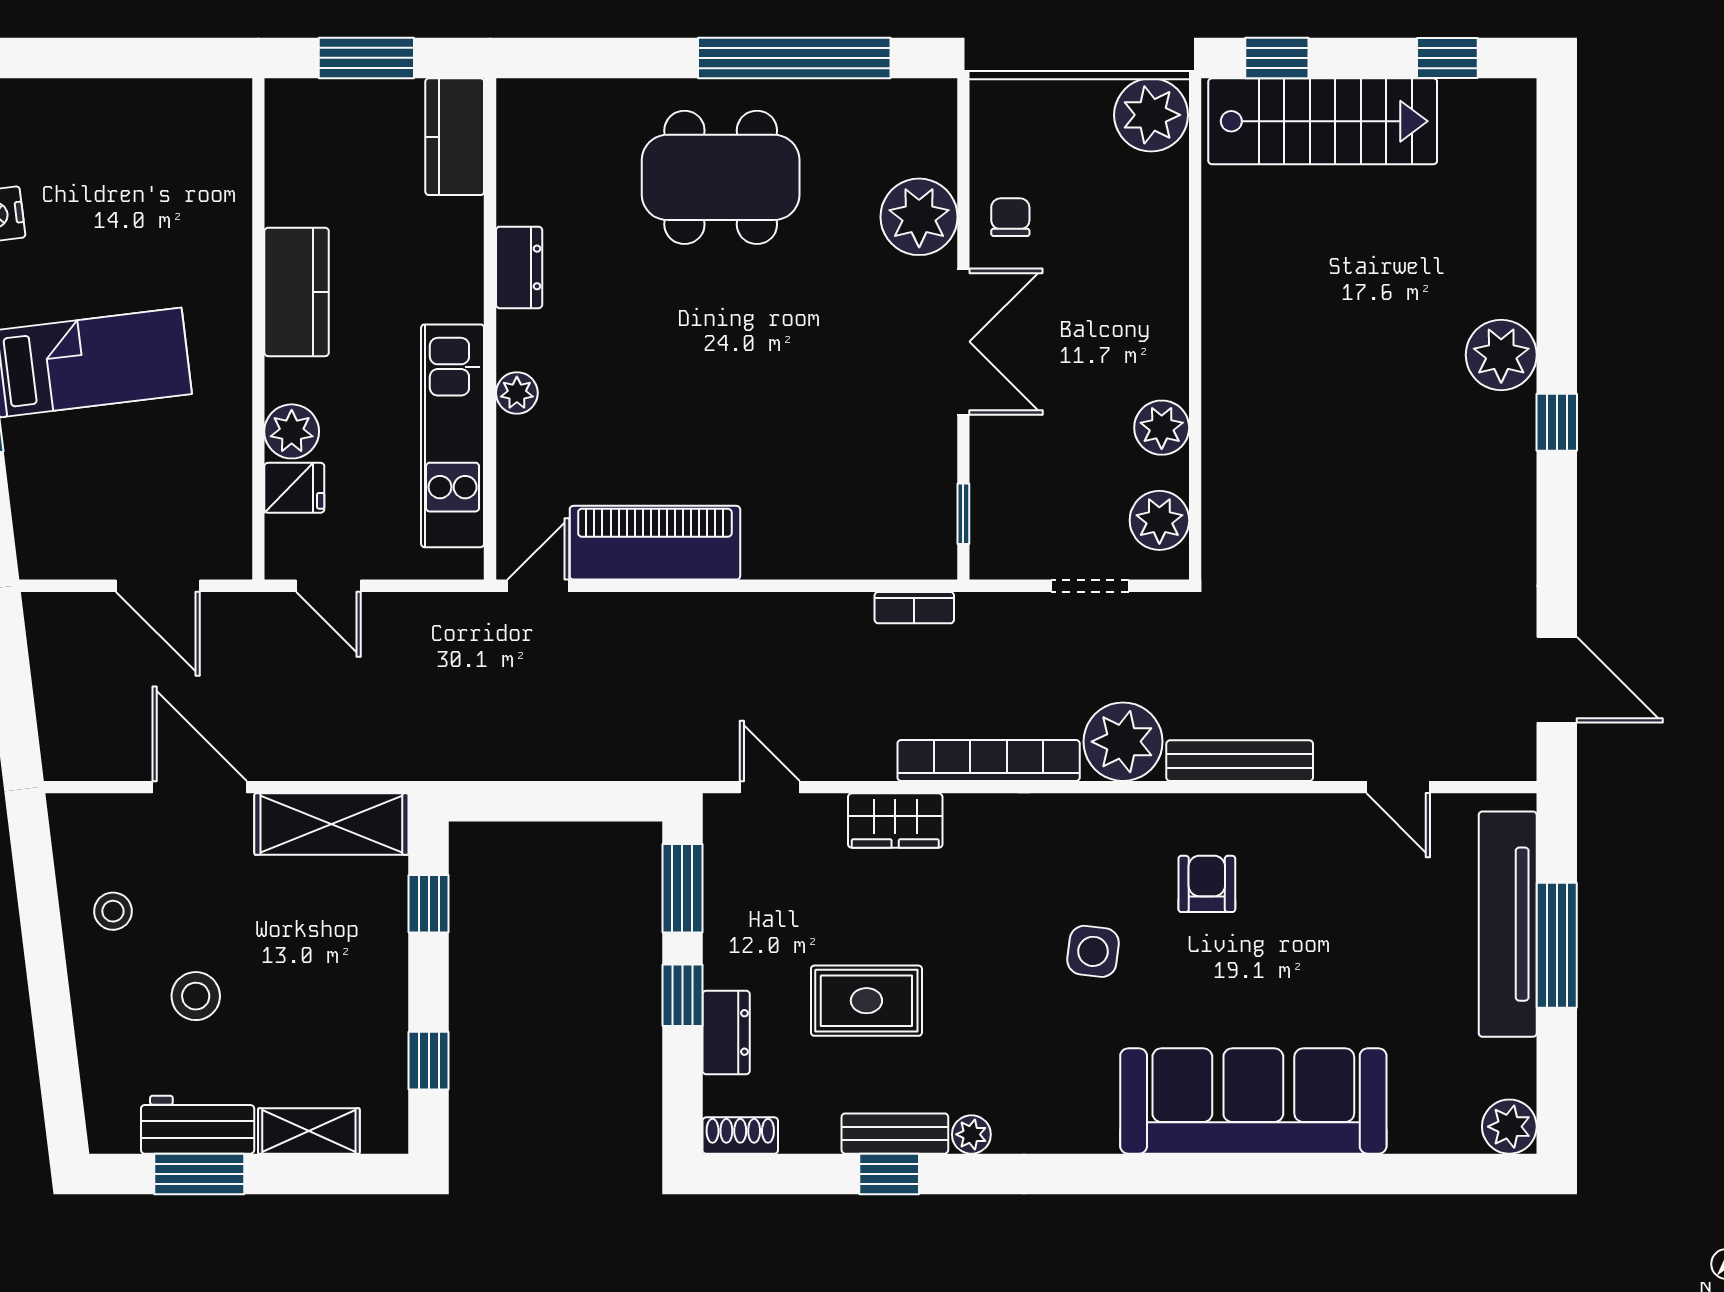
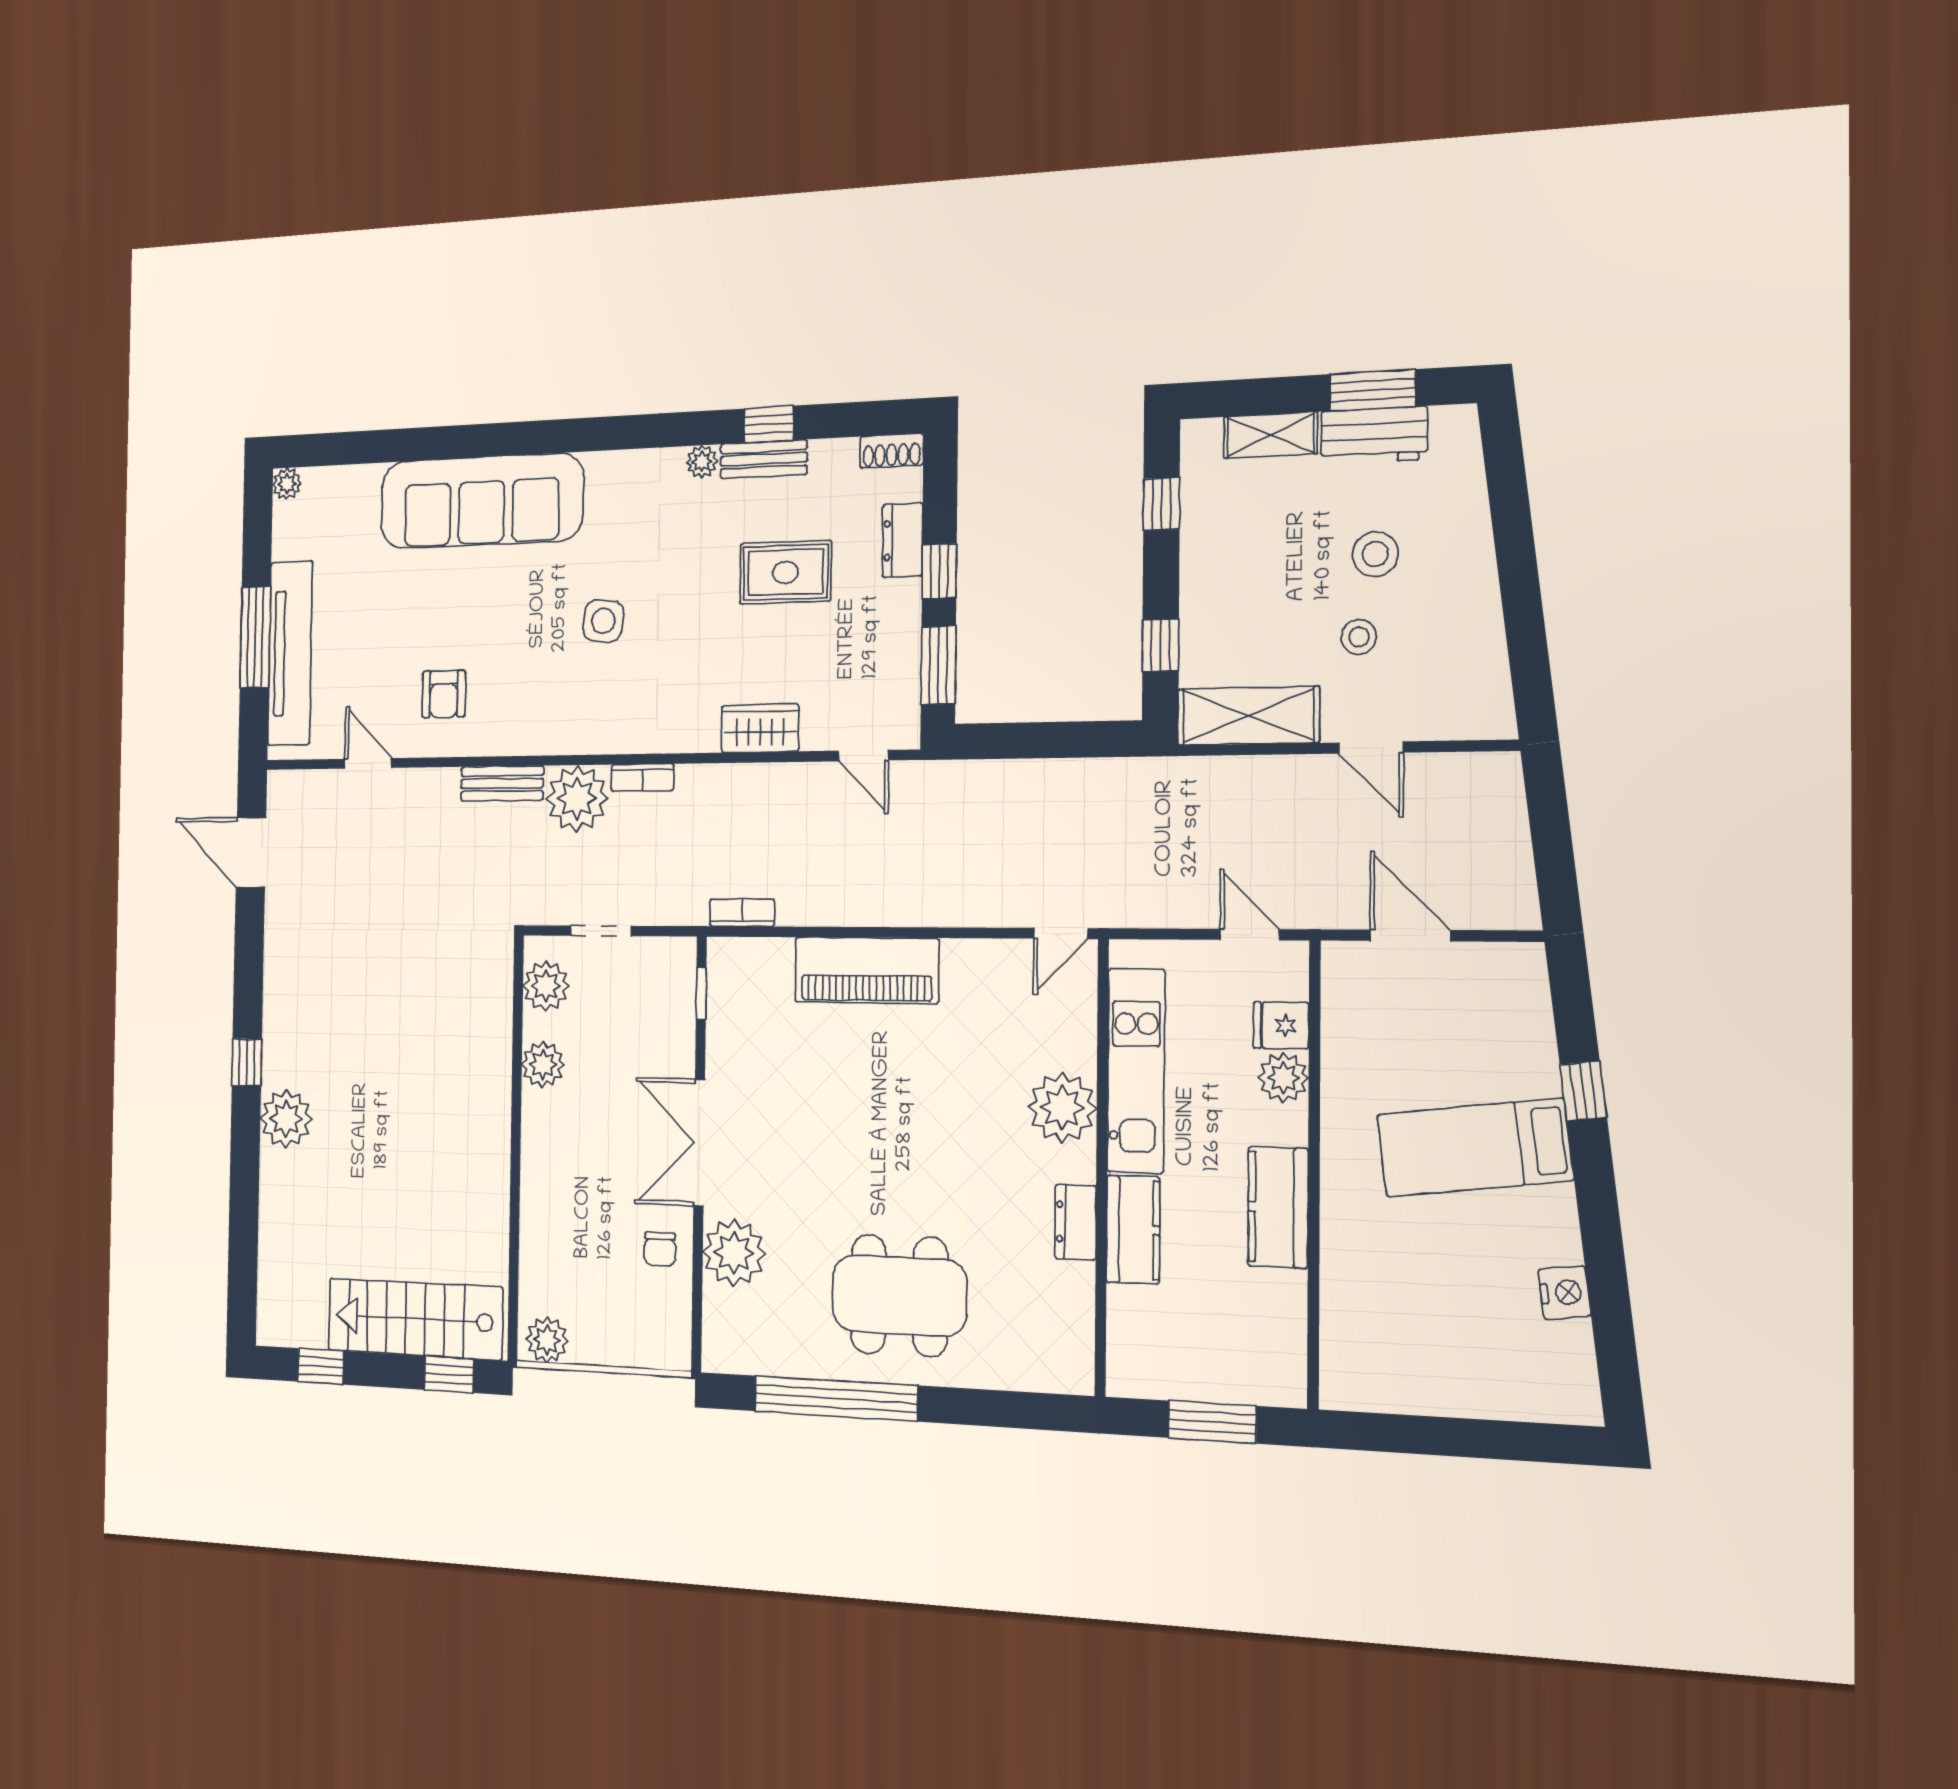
plant: (1151, 115) -> (547, 1340), width x0.73, depth x0.73
kitchen counter: (455, 137) -> (1133, 1230), moved
plant: (517, 393) -> (1062, 1108), width x1.87, depth x1.87
piano: (655, 543) -> (867, 970), moved
bookcase: (989, 760) -> (643, 778), width x0.43, depth x0.76
bench: (1240, 761) -> (502, 783), width x0.73
door: (200, 787) -> (1371, 748), width x0.73
armchair: (1207, 884) -> (444, 694), moved
stool: (113, 911) -> (1359, 637), moved
plant: (1509, 1127) -> (287, 484), width x0.73, depth x0.73

